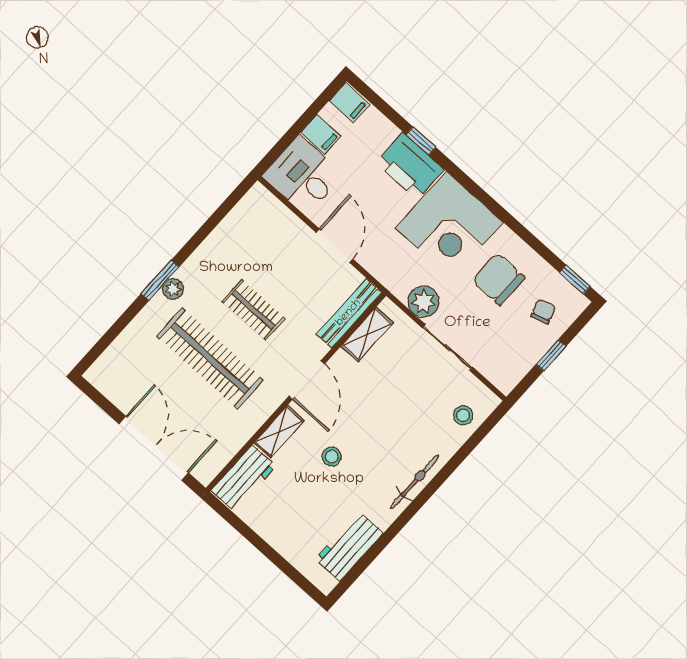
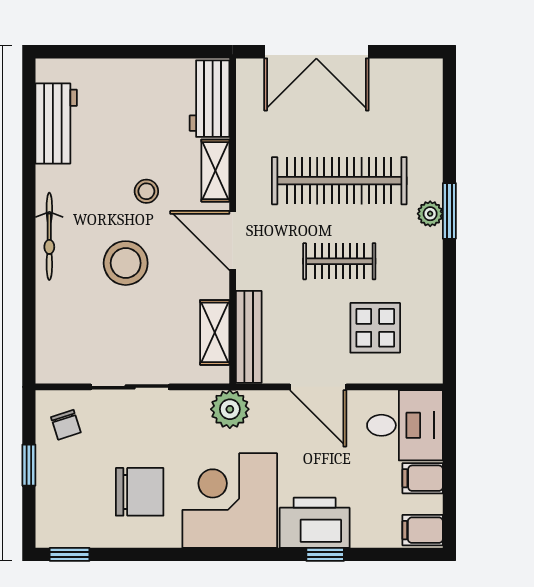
display table: (268, 250) -> (375, 328), added
plant: (423, 302) -> (230, 409), moved
chair: (543, 312) -> (66, 425), moved
stool: (463, 415) -> (126, 263), moved, width x1.89, depth x1.89

